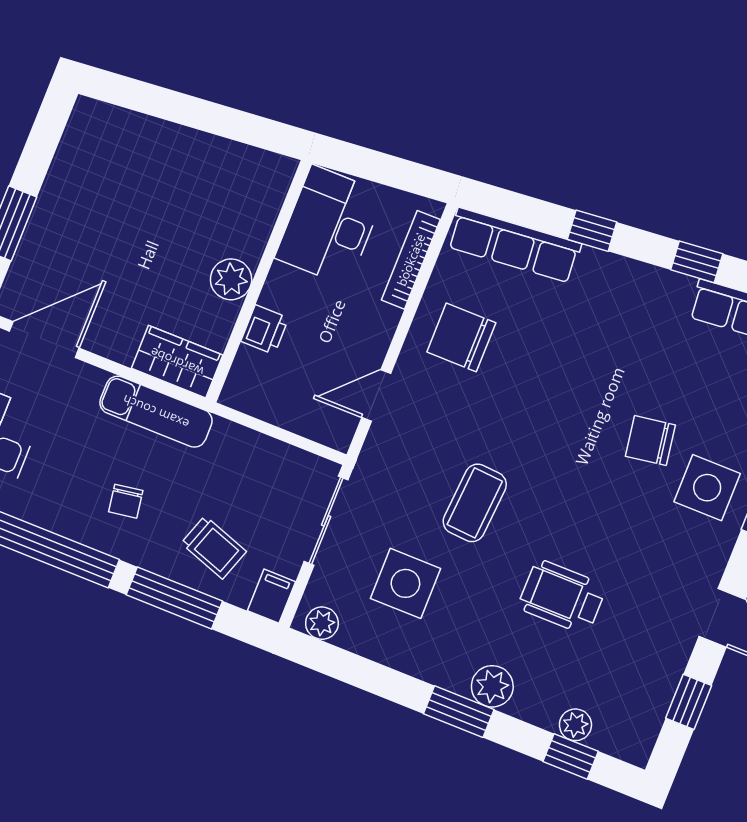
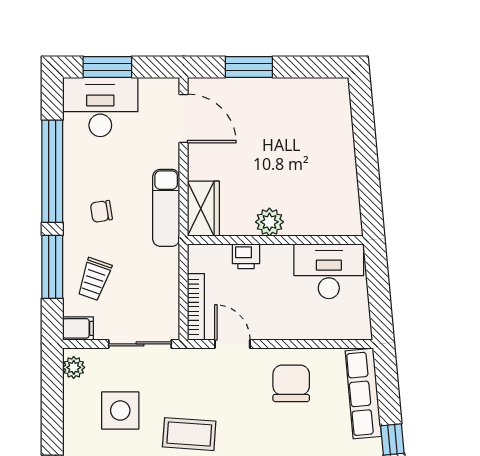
bookcase: (411, 260) -> (196, 307), moved, turned 90

